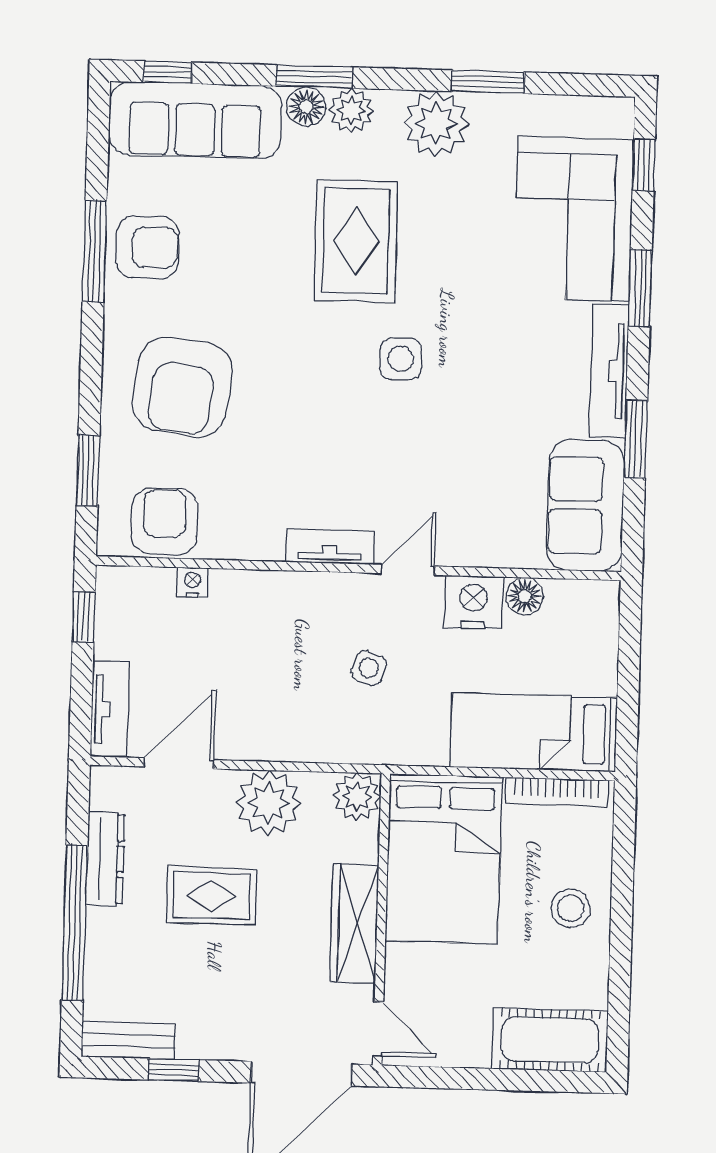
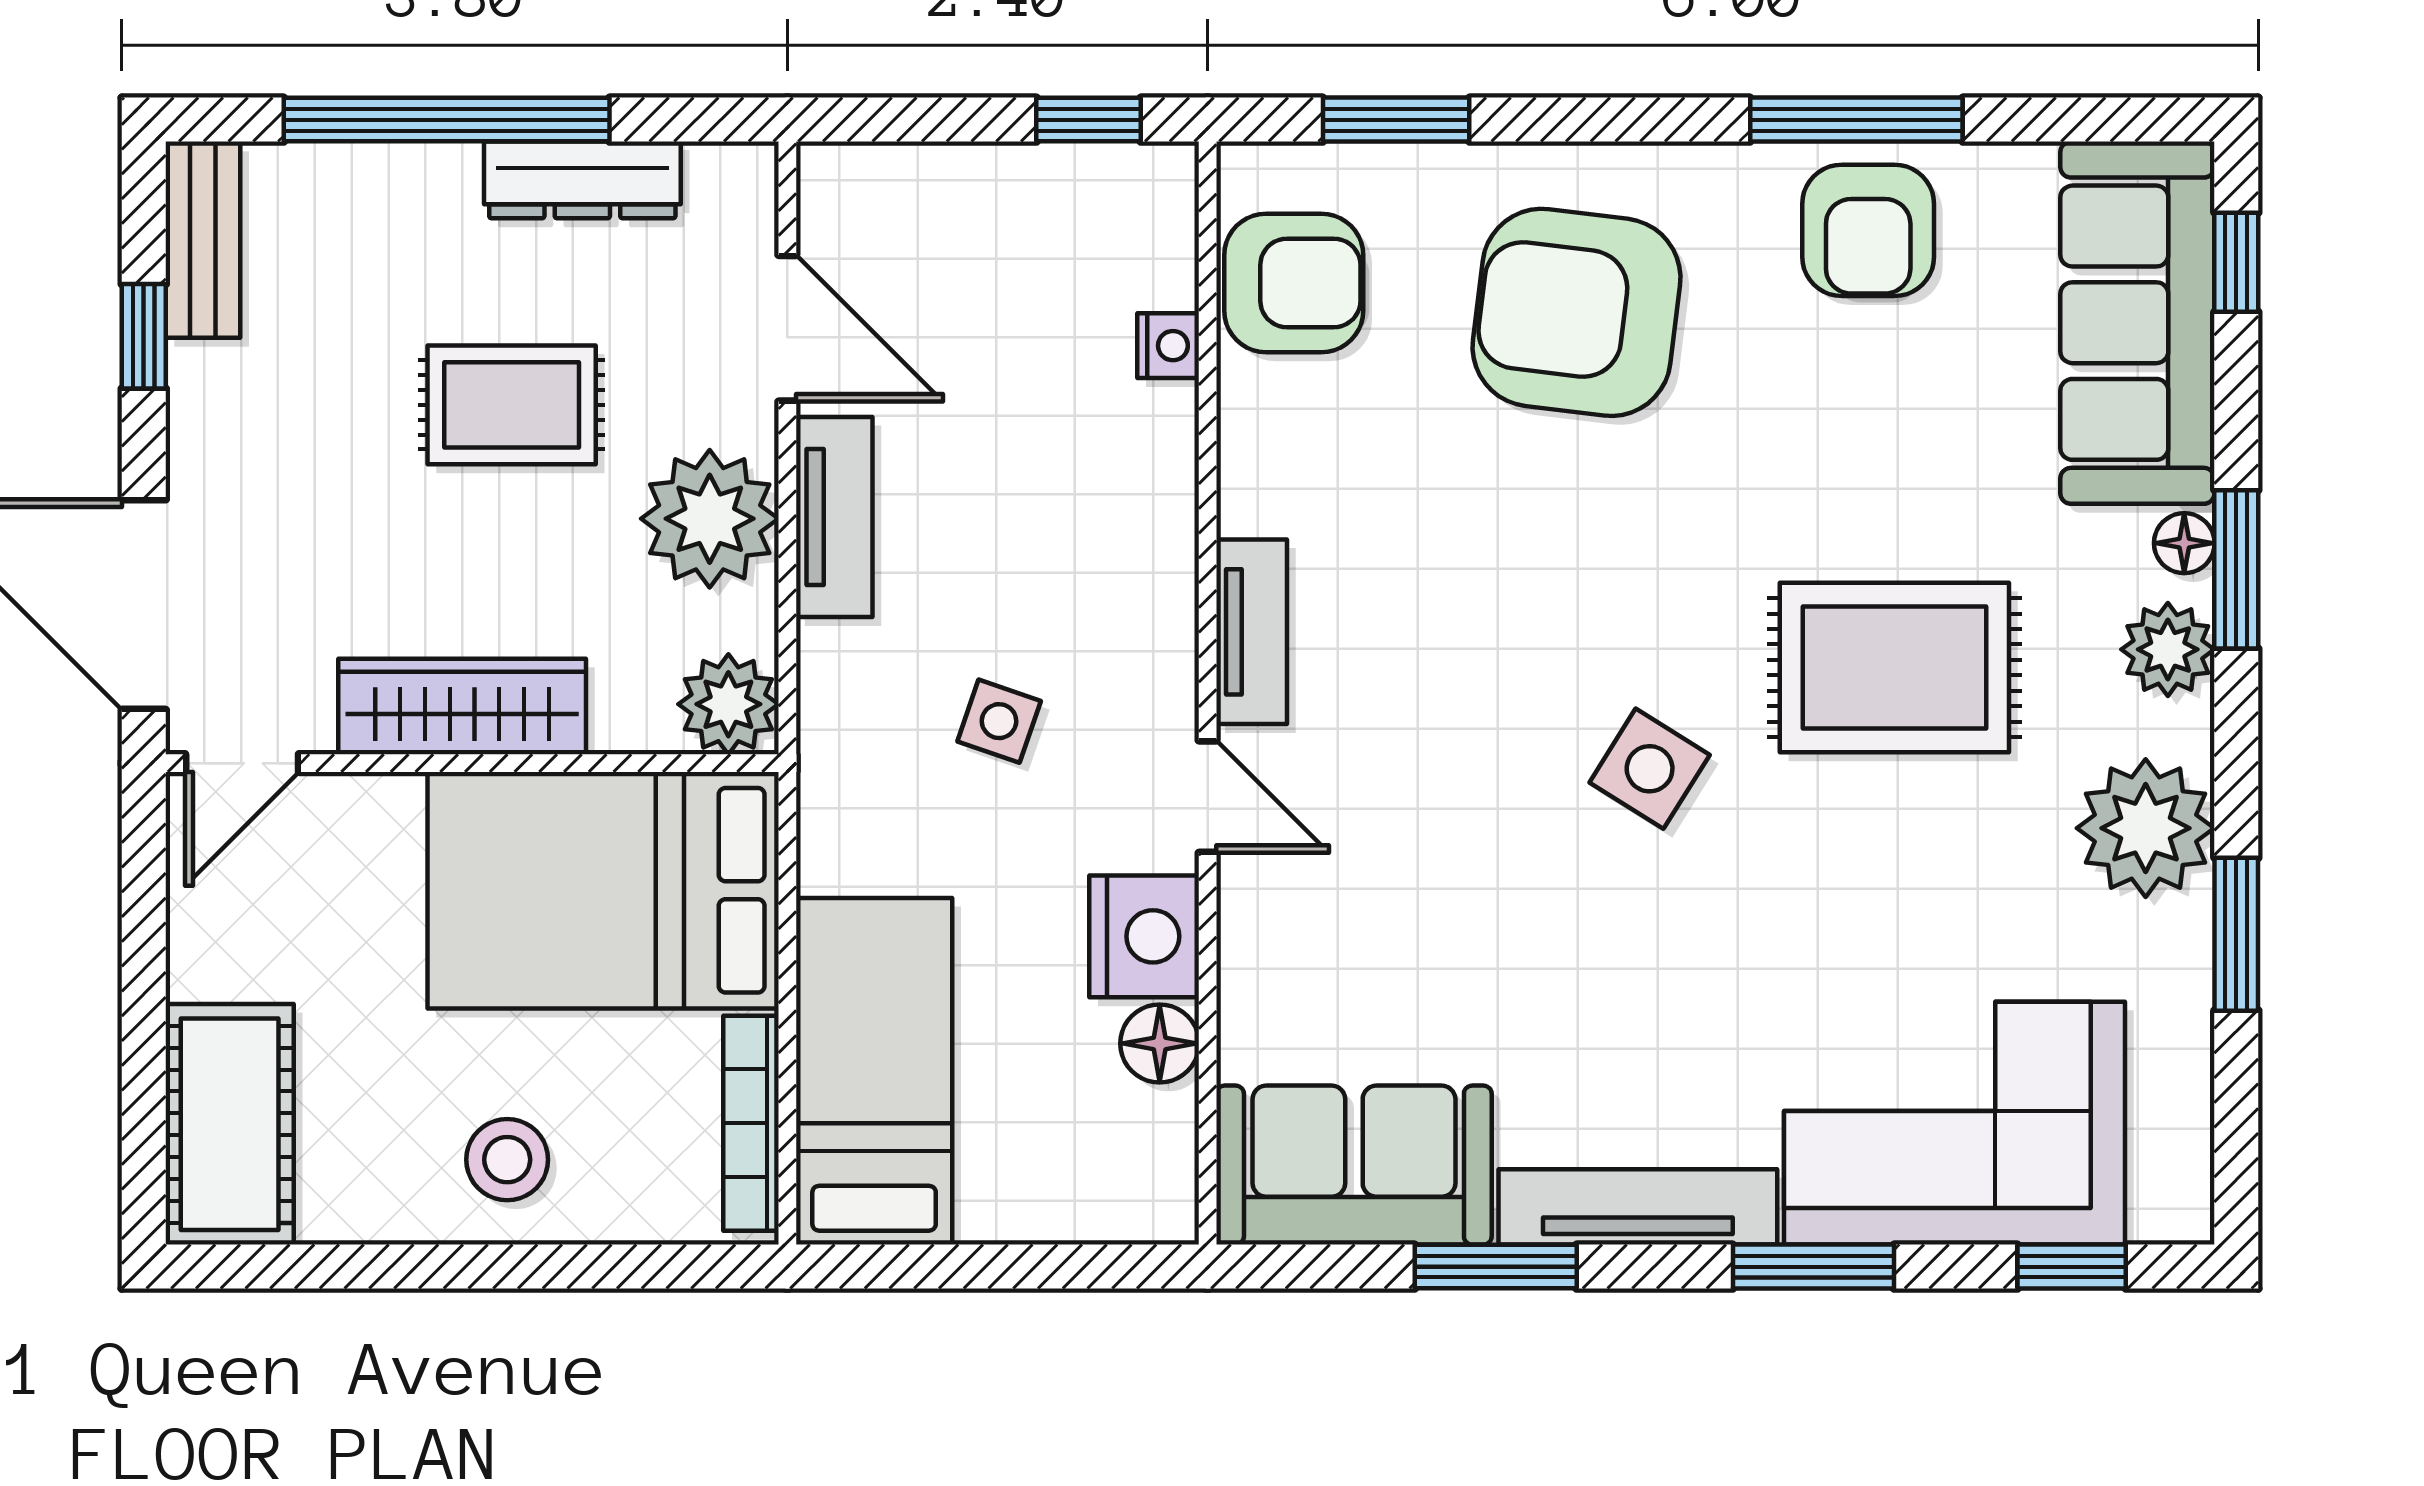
floor lamp: (306, 107) -> (2184, 543), width x0.73, depth x0.73
side table: (401, 359) -> (1650, 769), turned 32
tv unit: (110, 709) -> (834, 517), moved, turned -90
rug: (211, 896) -> (512, 405), turned 90

